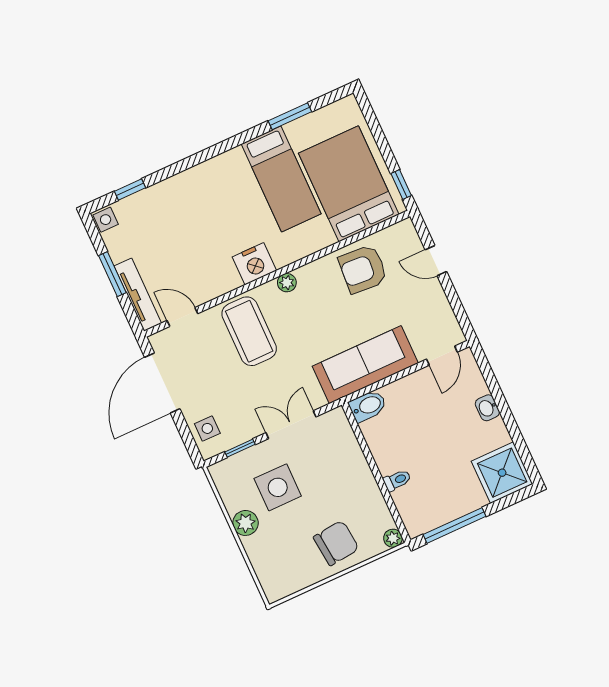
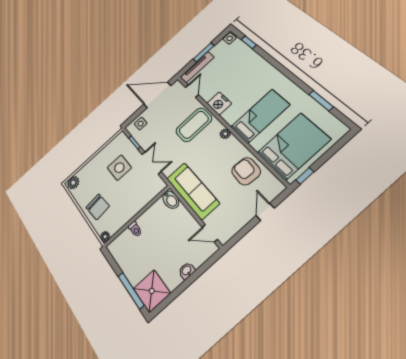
bed: (281, 179) -> (260, 116), moved, turned 180
nightstand: (254, 264) -> (219, 103), moved
plant: (246, 523) -> (73, 183), moved
window: (454, 525) -> (131, 291), moved

